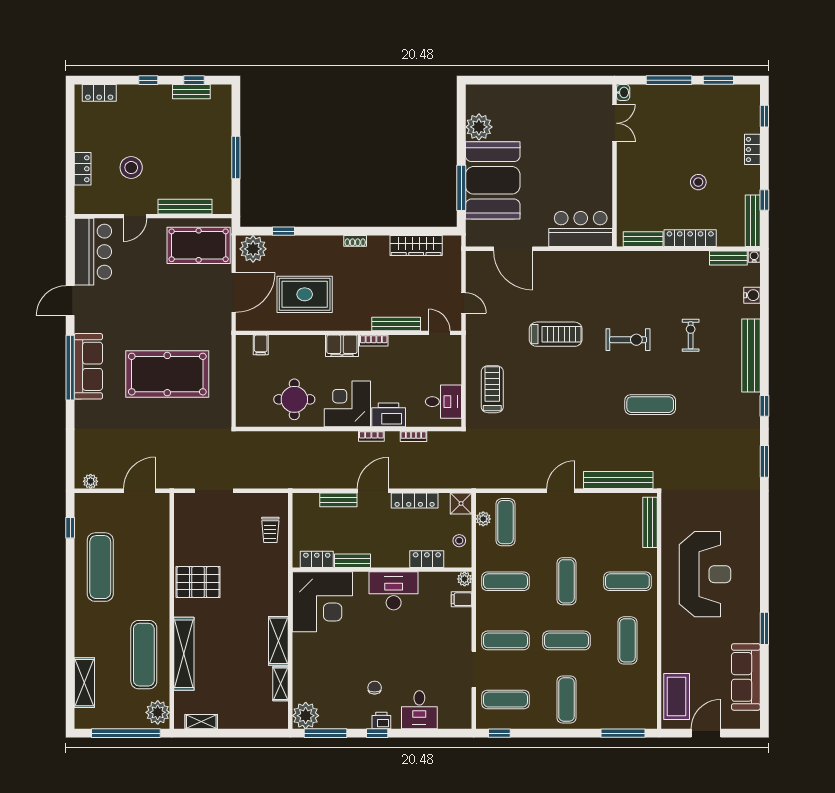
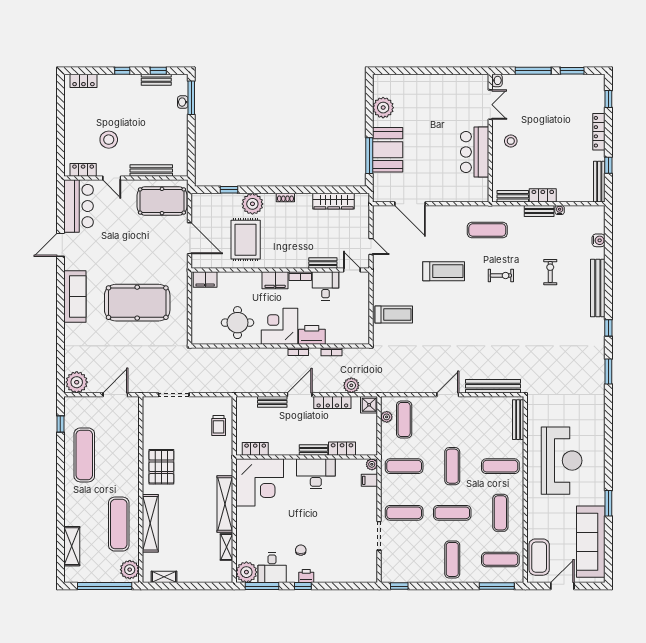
washbasin: (225, 120) -> (183, 102), added
locker: (752, 149) -> (599, 132), width x1.53
window: (236, 157) -> (191, 98), moved
locker: (83, 169) -> (83, 170), moved, turned -90
booth: (493, 180) -> (388, 150), width x0.73, depth x0.70
stool: (698, 182) -> (511, 141), moved
door: (135, 216) -> (112, 178), hinge flipped
bar counter: (581, 229) -> (475, 152), moved, turned -90
locker: (690, 238) -> (543, 195), width x0.66
plant: (253, 249) -> (252, 204), moved
water cooler: (754, 257) -> (560, 210), moved
bench: (728, 258) -> (539, 211), moved
door: (234, 292) -> (190, 238), hinge flipped
rug: (305, 294) -> (246, 240), turned 90
bench: (396, 324) -> (323, 263), width x0.73
exercise bike: (628, 340) -> (501, 275), width x0.73, depth x0.72
filing cabinet: (261, 345) -> (205, 280), width x2.00
window: (70, 368) -> (60, 298), removed
treadmill: (492, 389) -> (394, 315), turned 90
desk: (443, 402) -> (326, 286), moved, turned -90
exercise mat: (650, 405) -> (487, 230), moved
plant: (439, 479) -> (351, 385), added
plant: (91, 481) -> (77, 382), width x1.88, depth x1.88
stool: (459, 541) -> (368, 434), removed
bench: (352, 561) -> (313, 450), moved
pallet: (198, 582) -> (161, 467), turned 90
shelving: (278, 641) -> (225, 504), width x1.47
sofa: (746, 677) -> (591, 542), width x1.36, depth x1.27
exercise mat: (505, 700) -> (500, 559), moved
desk: (419, 710) -> (272, 568), moved

